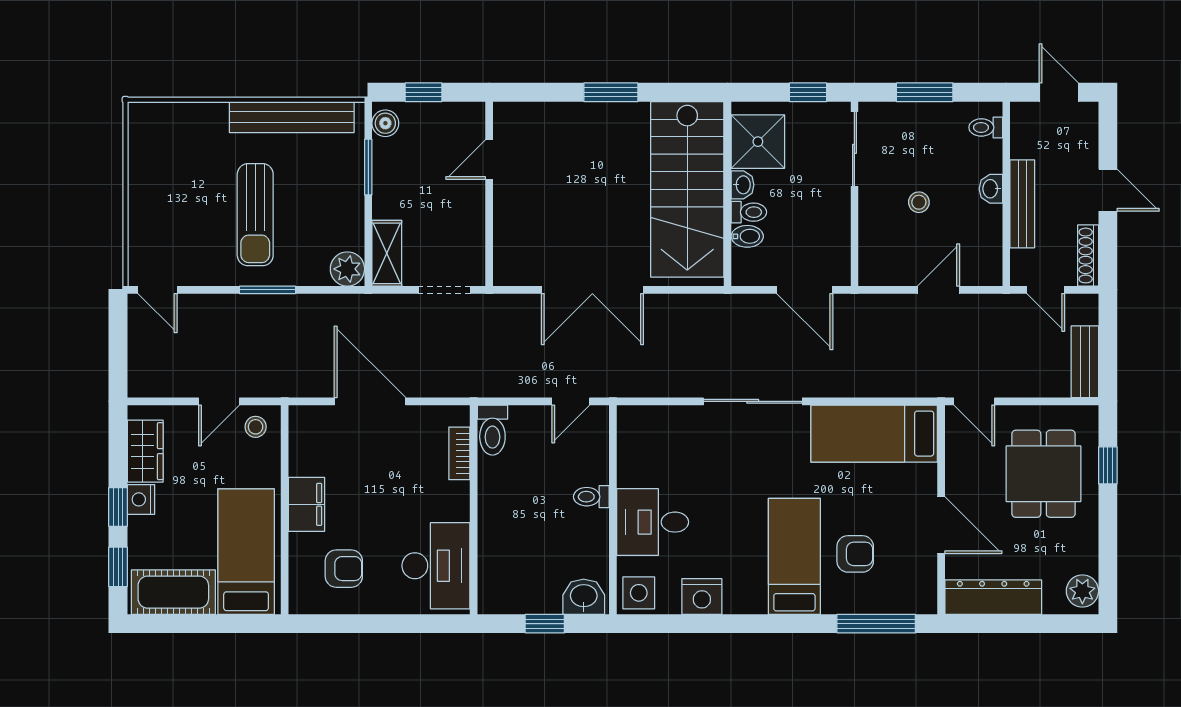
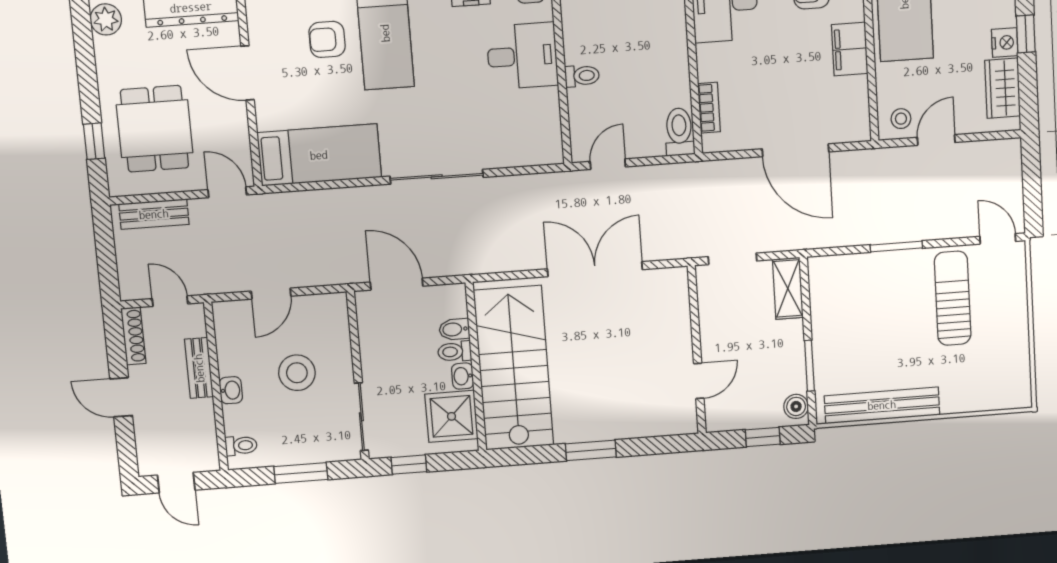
stool: (919, 202) -> (297, 373), width x1.89, depth x1.89
bench: (1022, 204) -> (199, 368), width x0.73
sun lounger: (255, 215) -> (953, 298), moved
plant: (347, 269) -> (823, 271), removed
bench: (1085, 362) -> (154, 214), moved, turned 90

